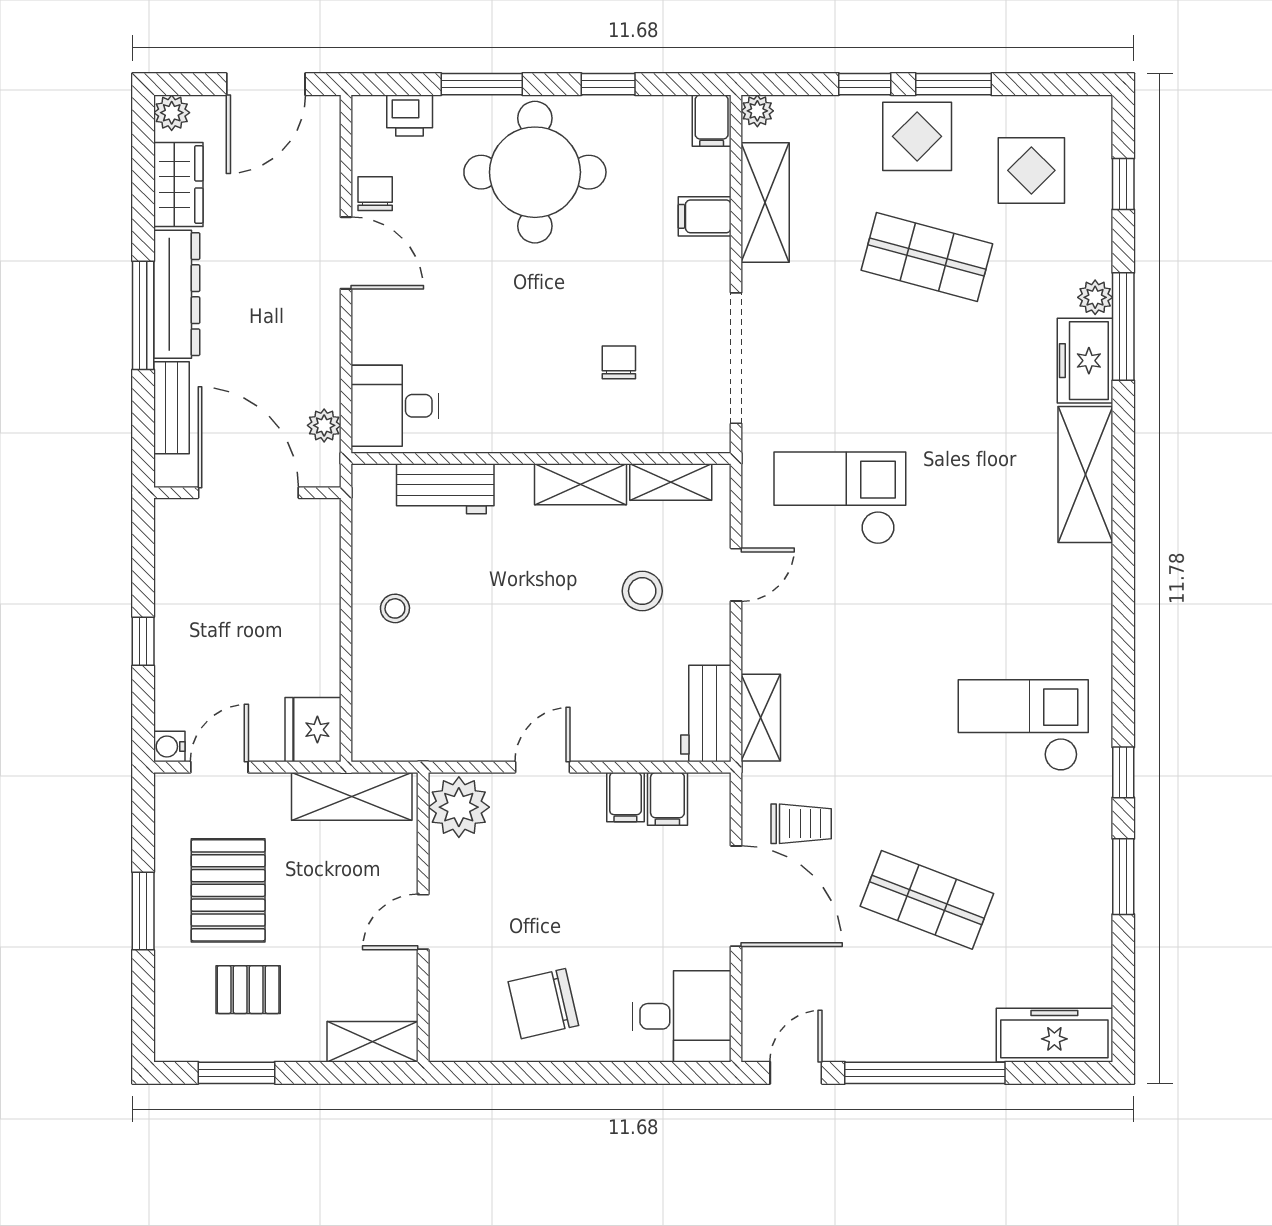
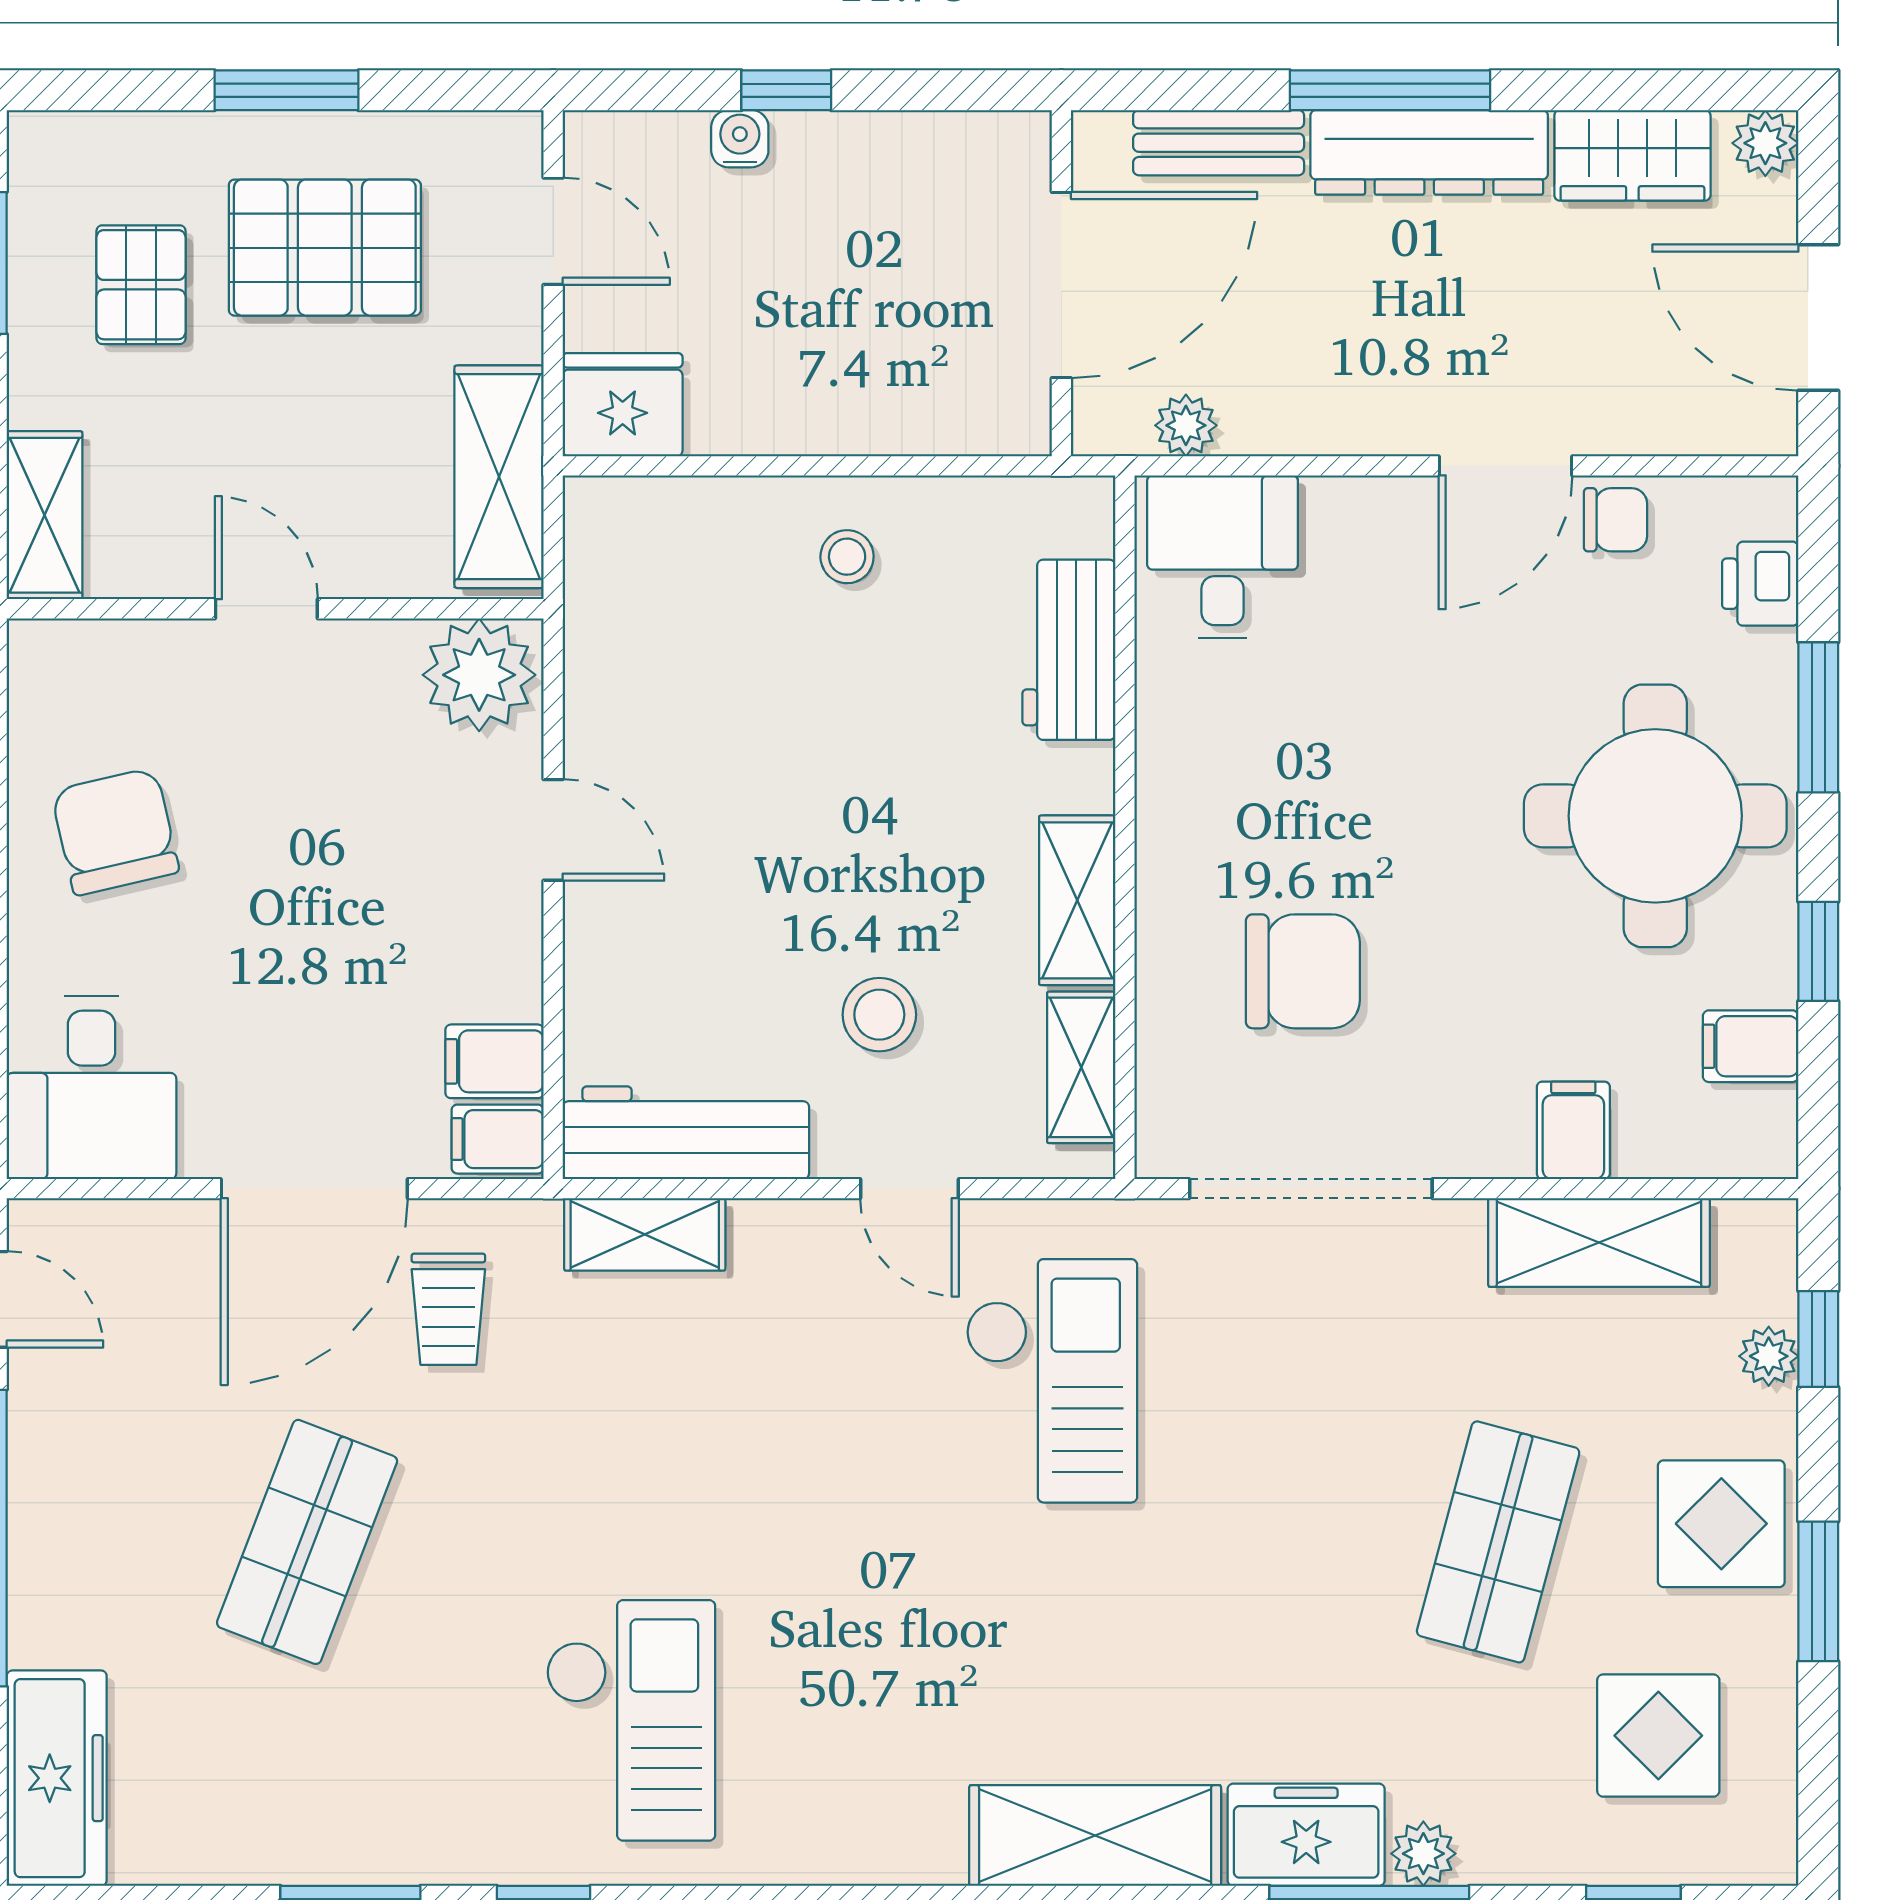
window: (865, 84) -> (1818, 1339), moved
plant: (757, 111) -> (1769, 1356), moved
filing cabinet: (712, 121) -> (1751, 1046), moved
chair: (619, 362) -> (1303, 971), width x1.87, depth x1.87
workbench: (706, 714) -> (686, 1133), width x1.38
water cooler: (169, 747) -> (740, 139), moved
filing cabinet: (625, 797) -> (498, 1139), moved

